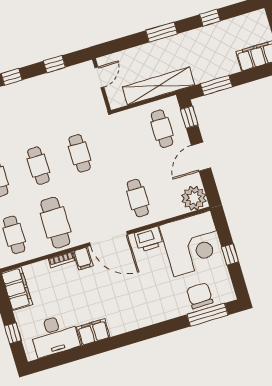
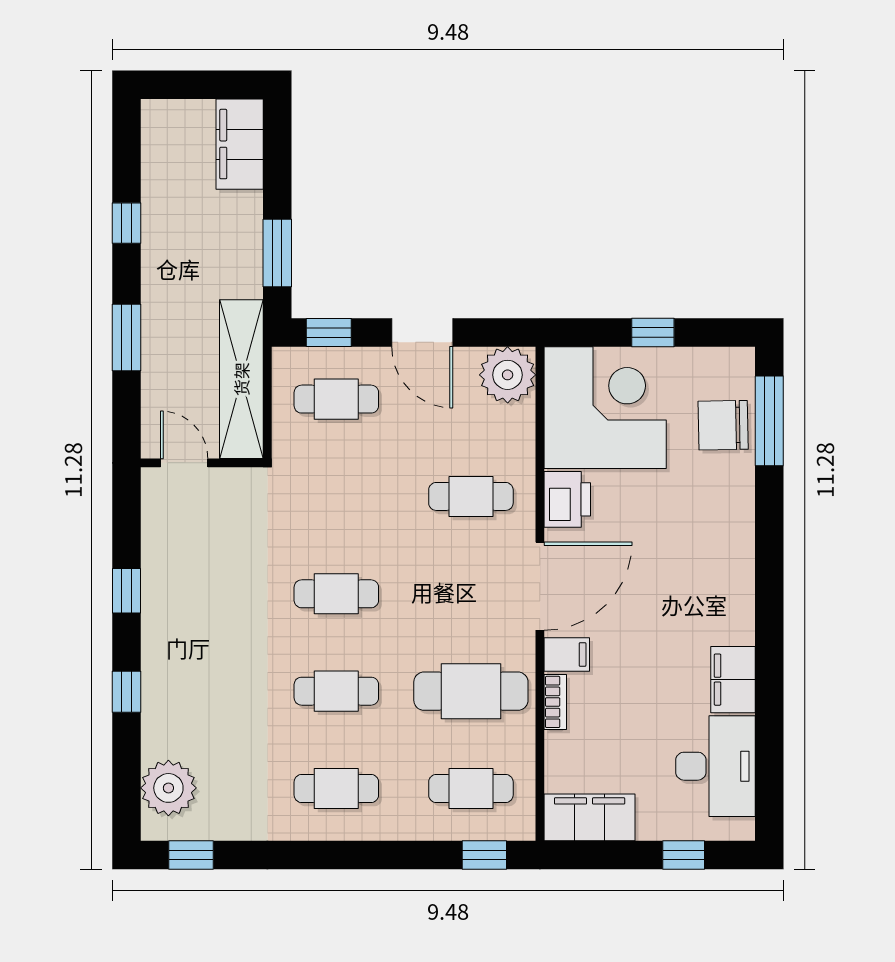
door: (99, 77) -> (184, 463), moved
wall: (102, 85) -> (202, 463), moved

